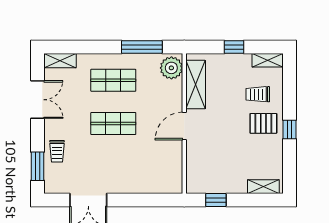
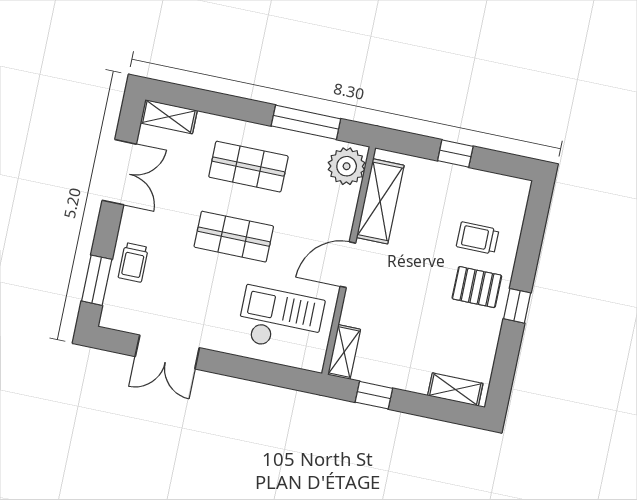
shelving: (268, 60) -> (344, 352), moved, turned 90
checkout: (151, 167) -> (280, 320), added

